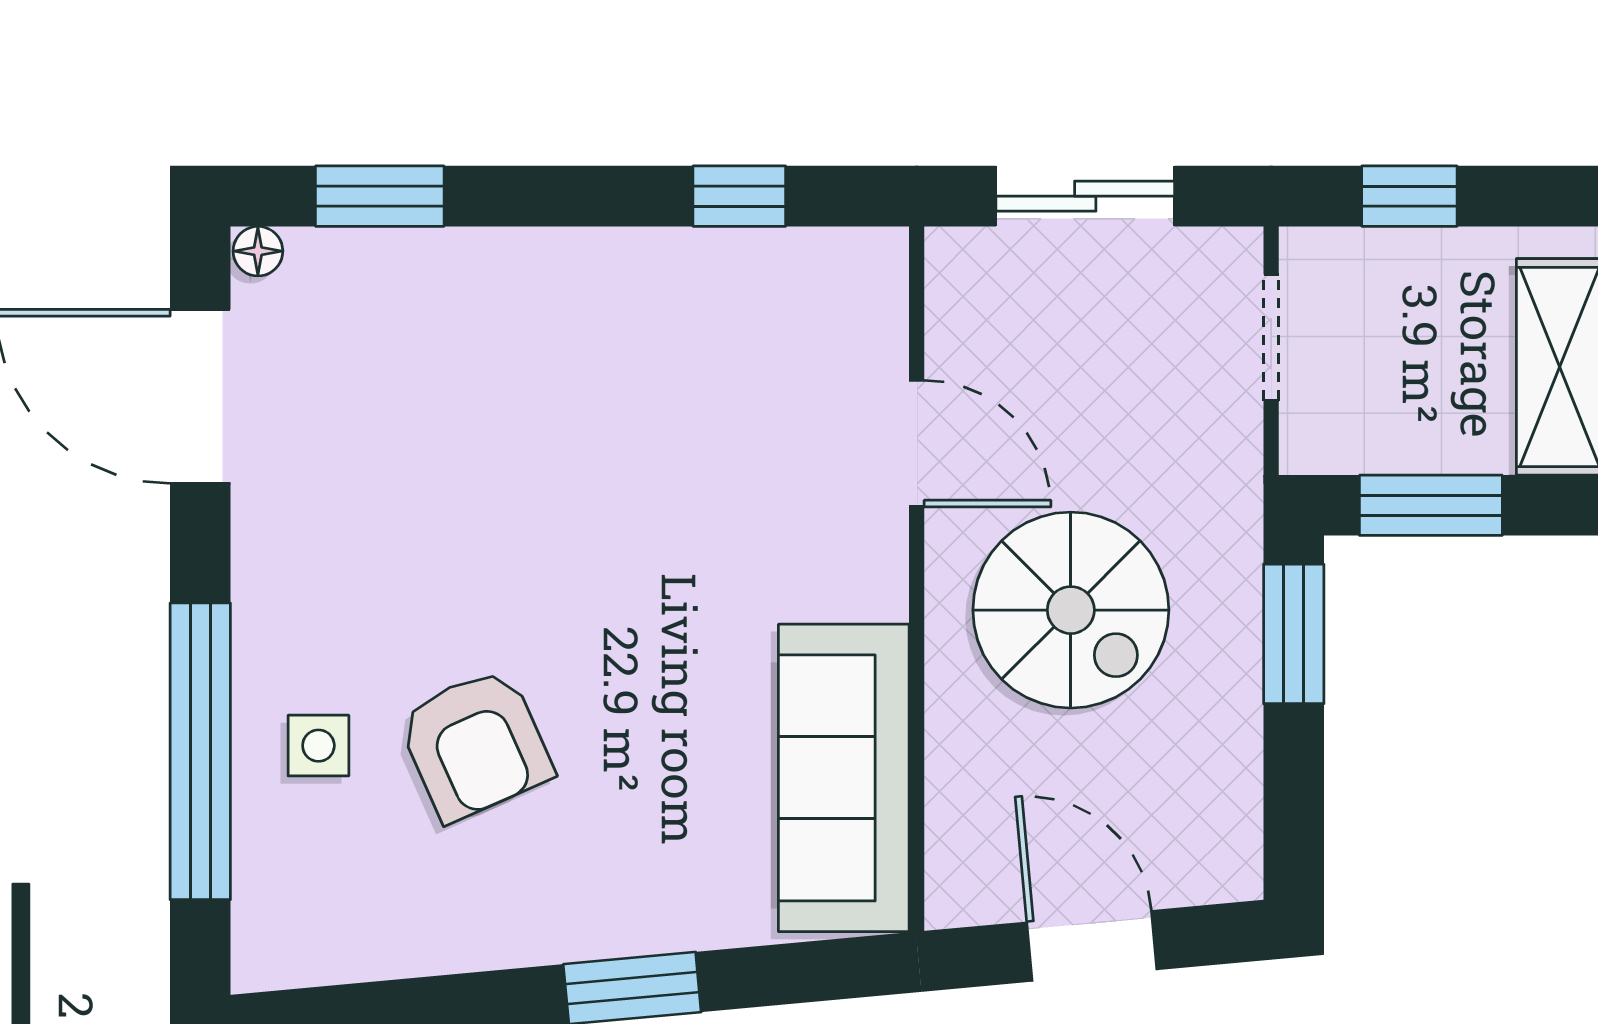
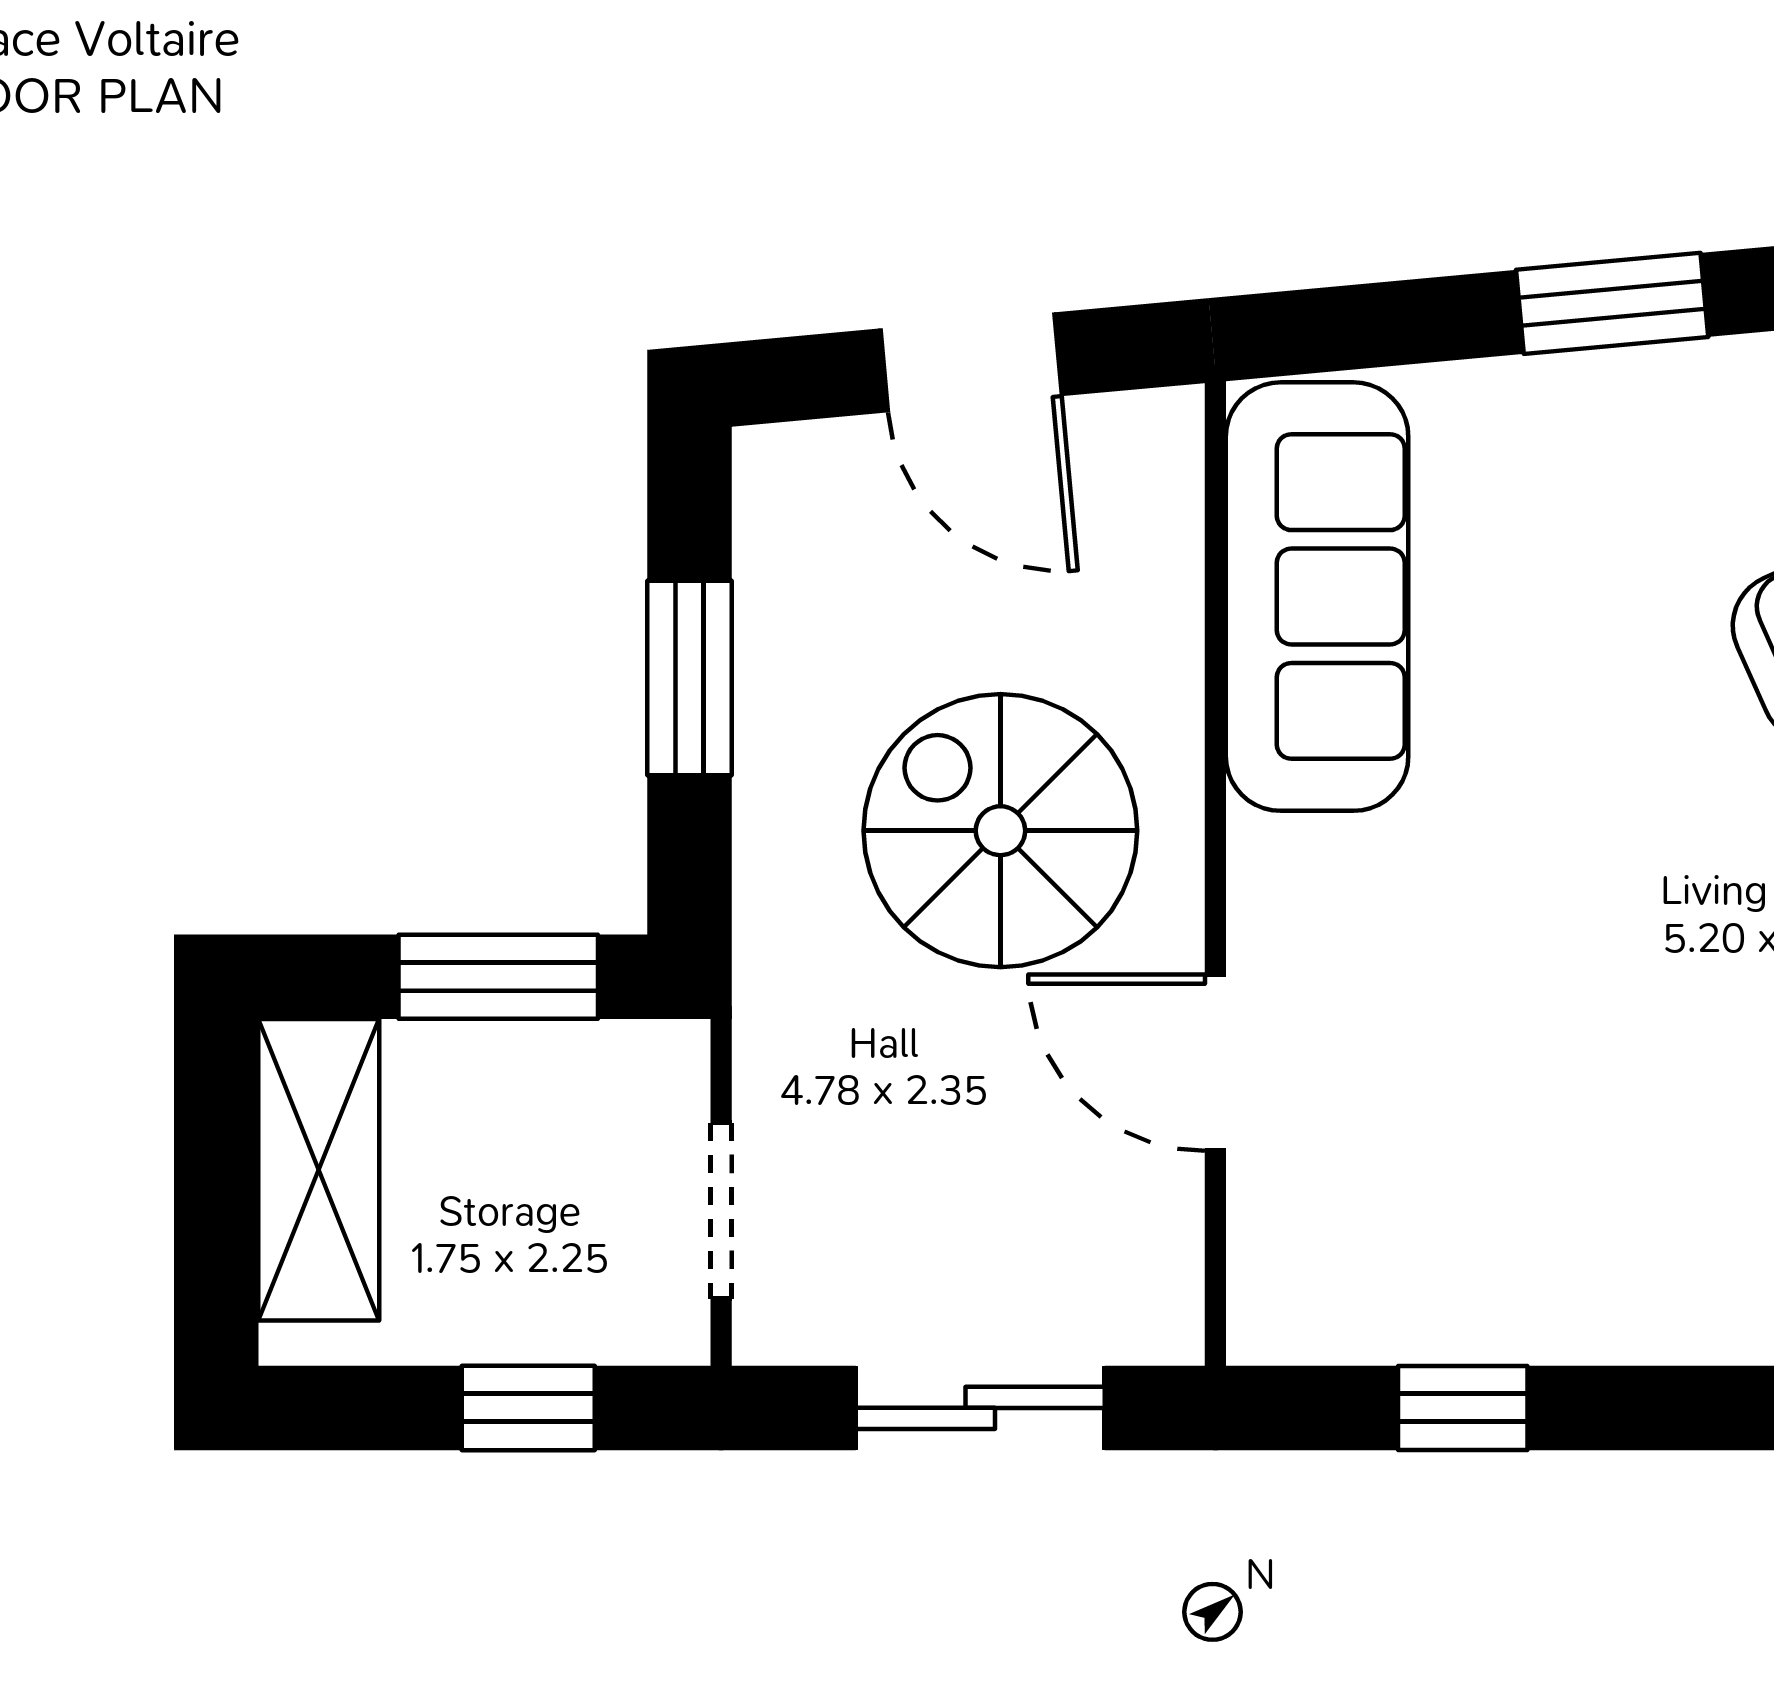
window: (1294, 634) -> (690, 678), moved

